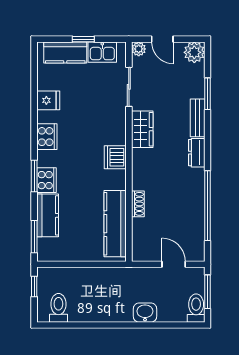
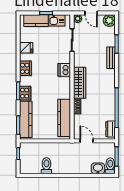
wardrobe: (142, 129) -> (80, 83), moved, width x1.50
dresser: (197, 153) -> (111, 129), moved
dishwasher: (115, 157) -> (64, 70), moved
kitchen counter: (48, 215) -> (26, 119), width x1.50
door: (174, 264) -> (87, 141), moved
toilet: (58, 308) -> (46, 166), moved
washbasin: (145, 313) -> (98, 168), moved

